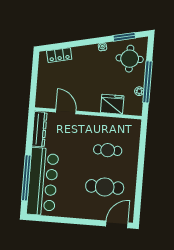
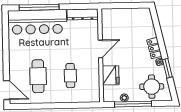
window: (124, 37) -> (167, 68), moved
locker: (59, 55) -> (154, 48), moved
door: (66, 112) -> (100, 49), moved

